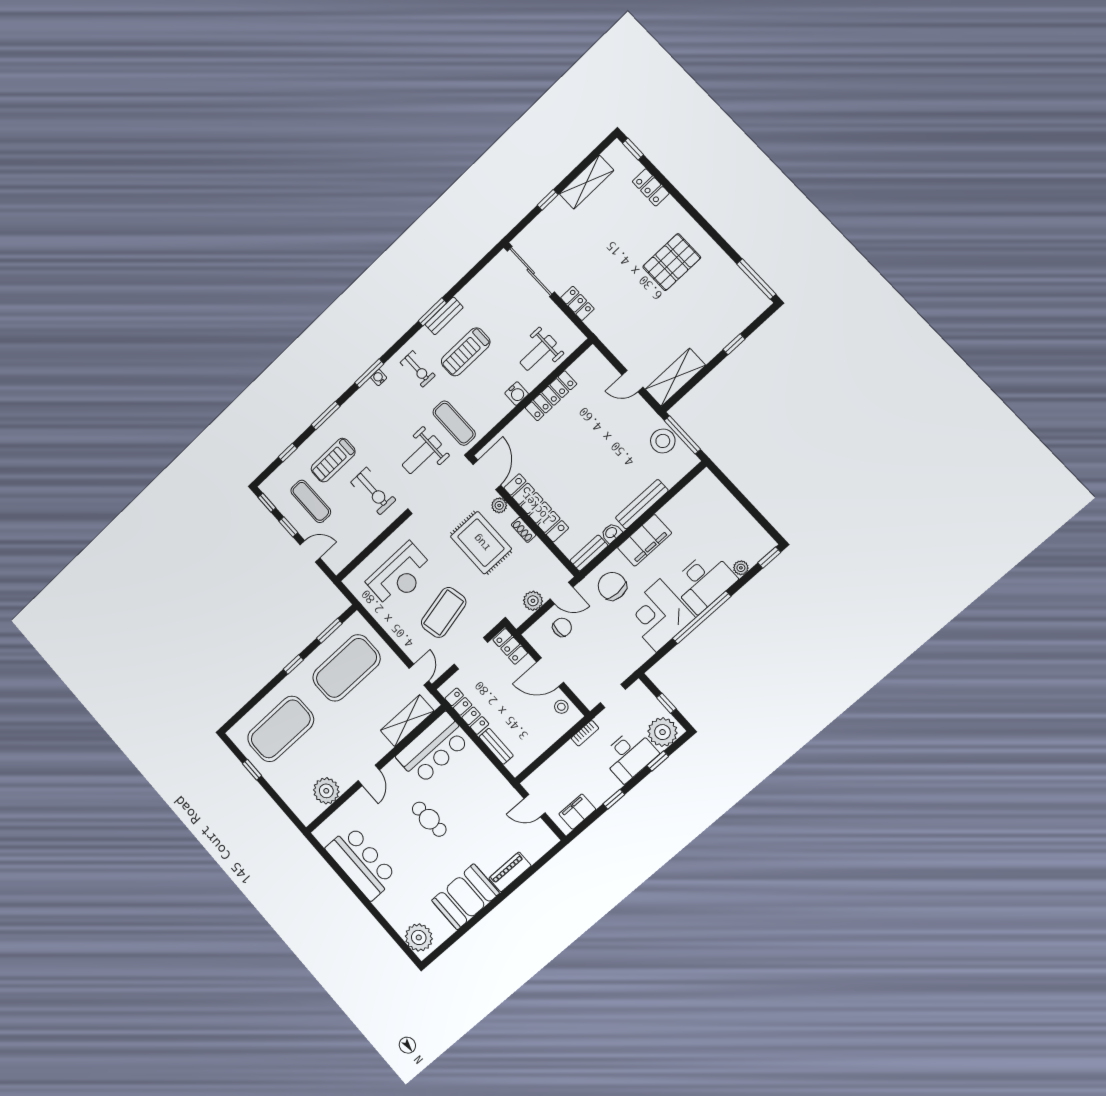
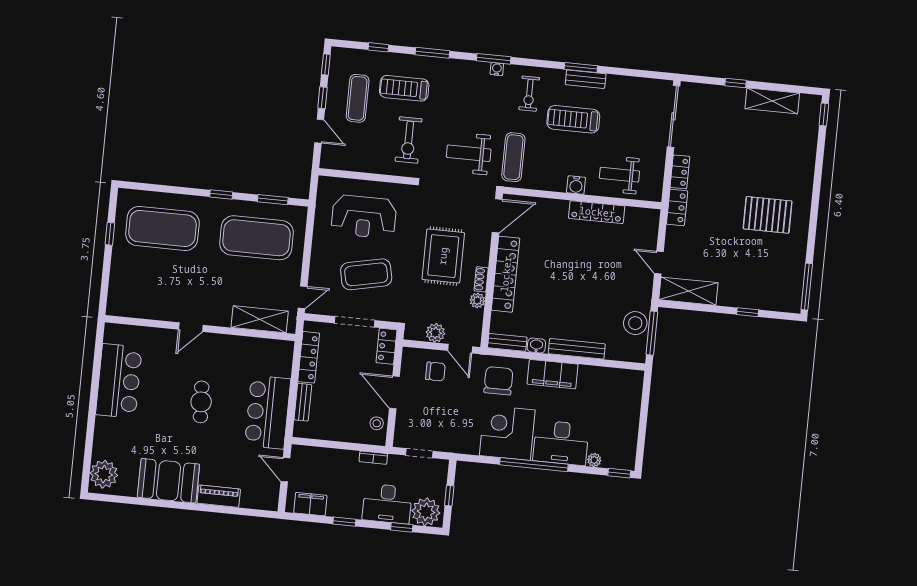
locker: (651, 187) -> (677, 207), moved, turned 180
plant: (499, 505) -> (477, 300), moved
bar counter: (433, 748) -> (268, 412), moved, turned 90
plant: (326, 791) -> (148, 306), removed

